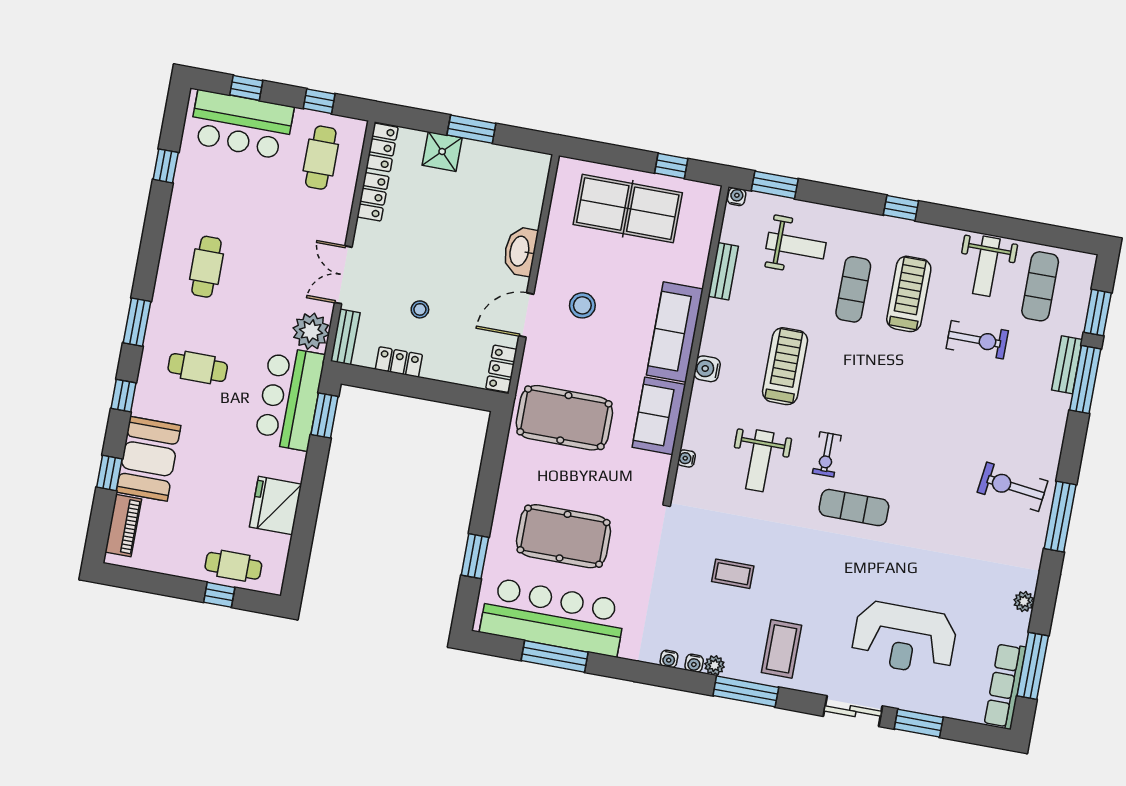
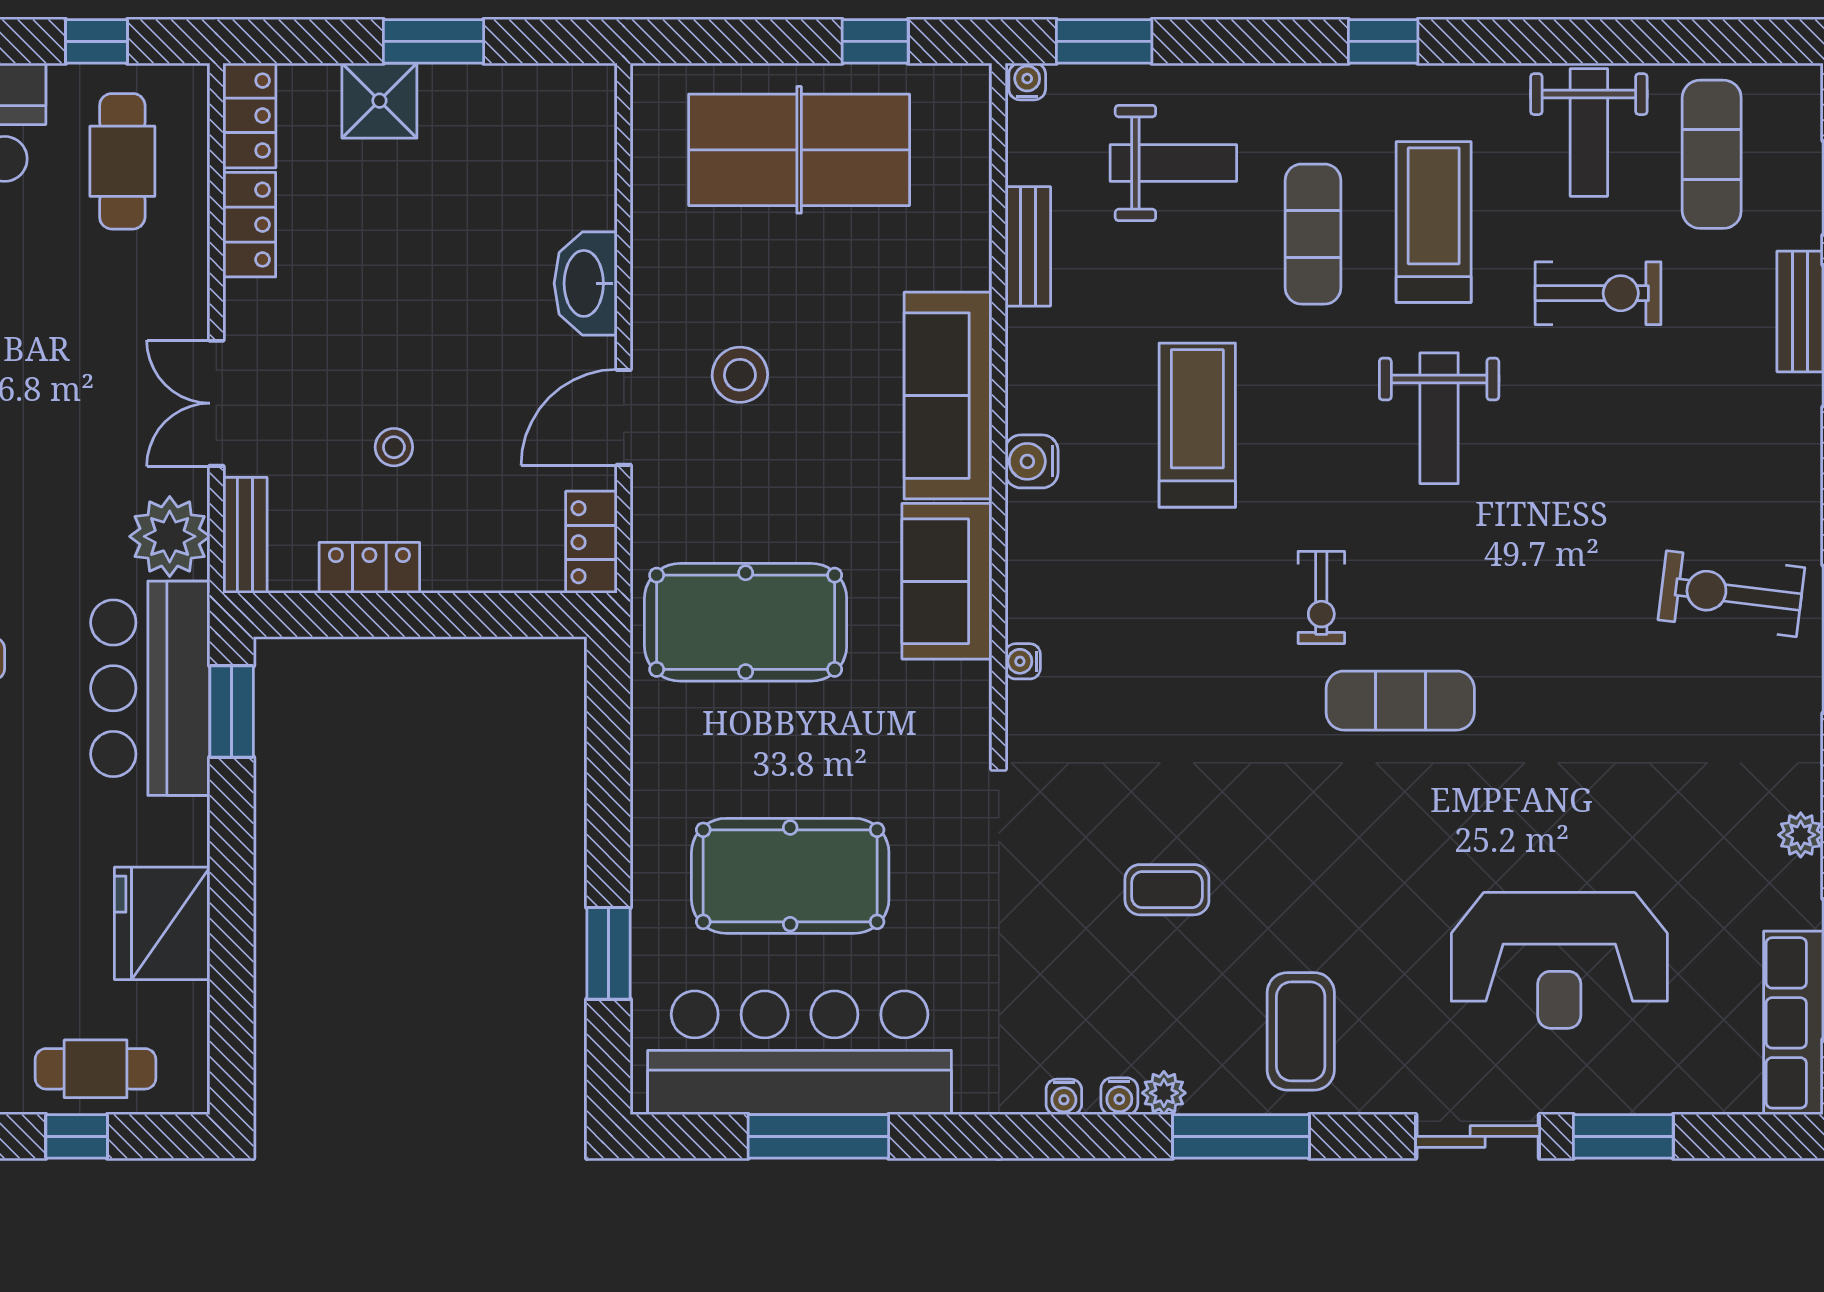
weight bench: (760, 461) -> (1439, 418), moved

